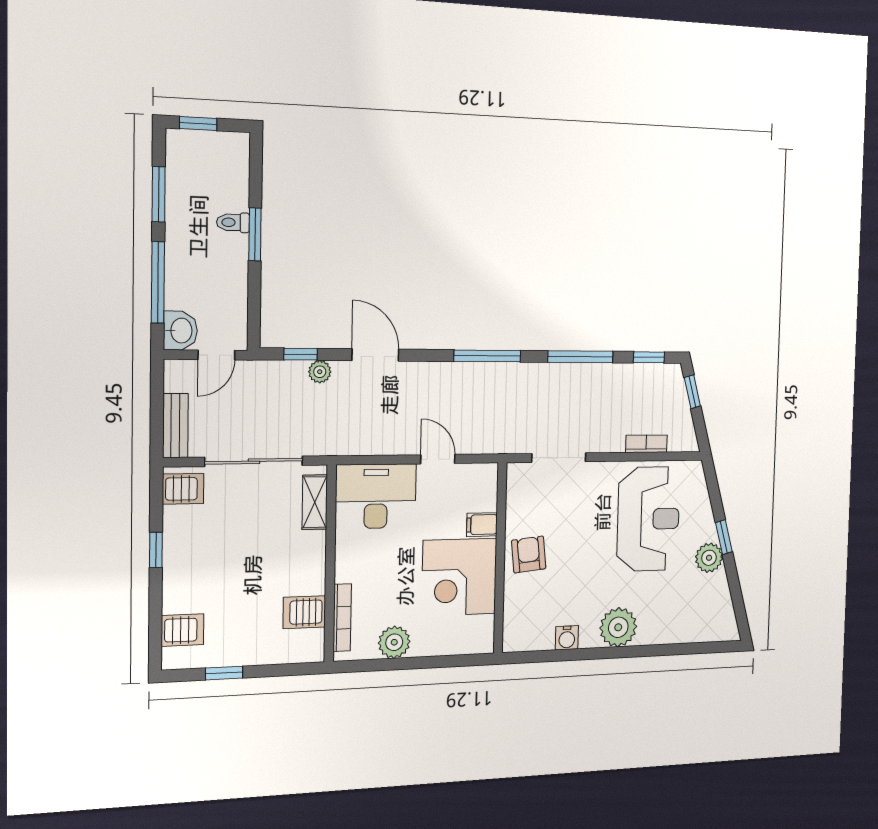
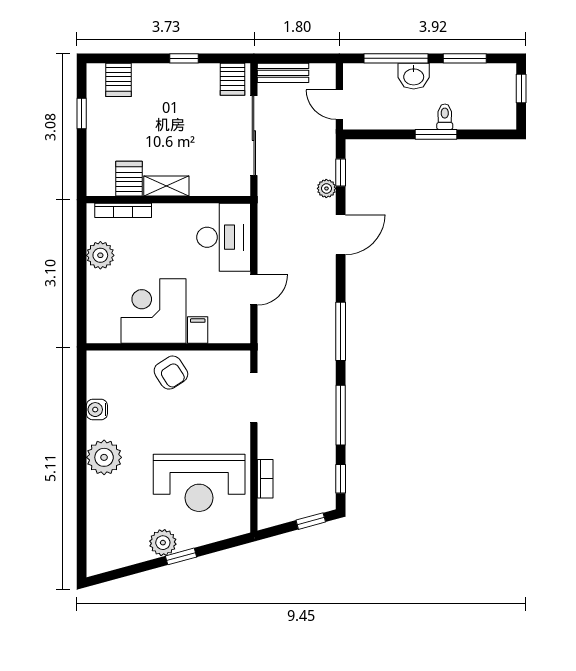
washbasin: (180, 331) -> (414, 76), moved
shelving: (315, 502) -> (166, 186), moved
armchair: (529, 554) -> (171, 373), turned 63

